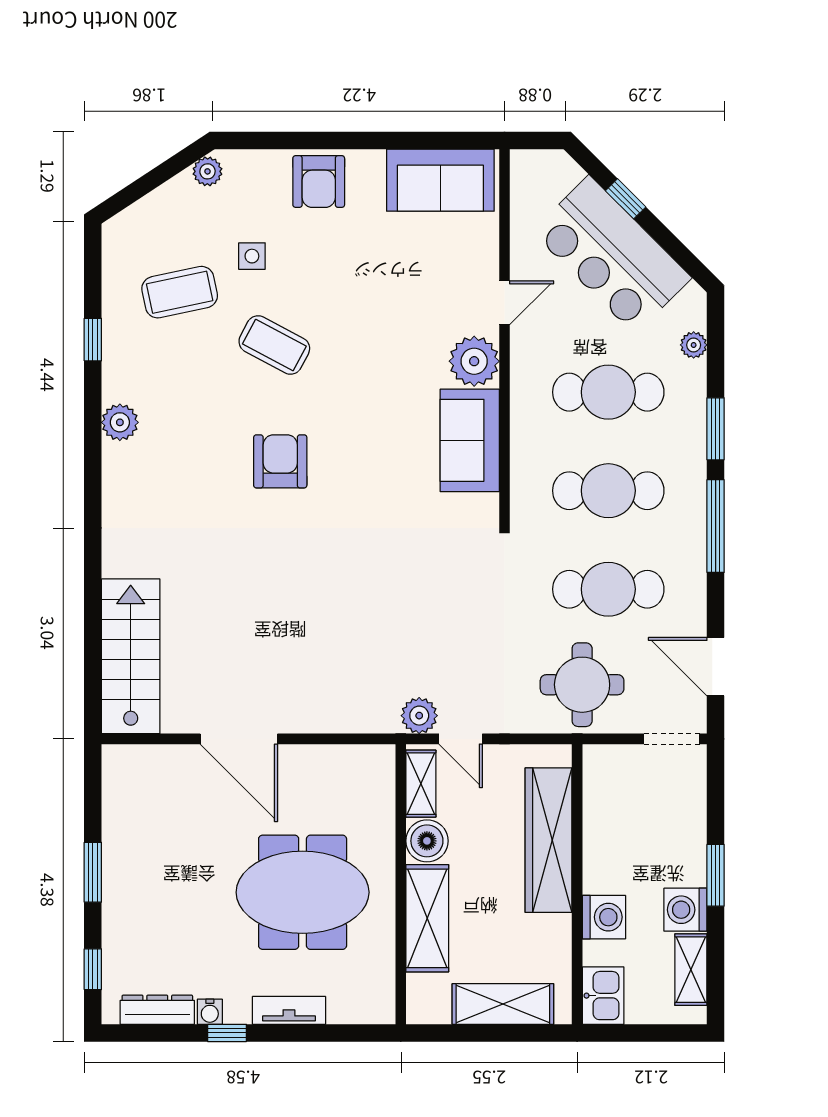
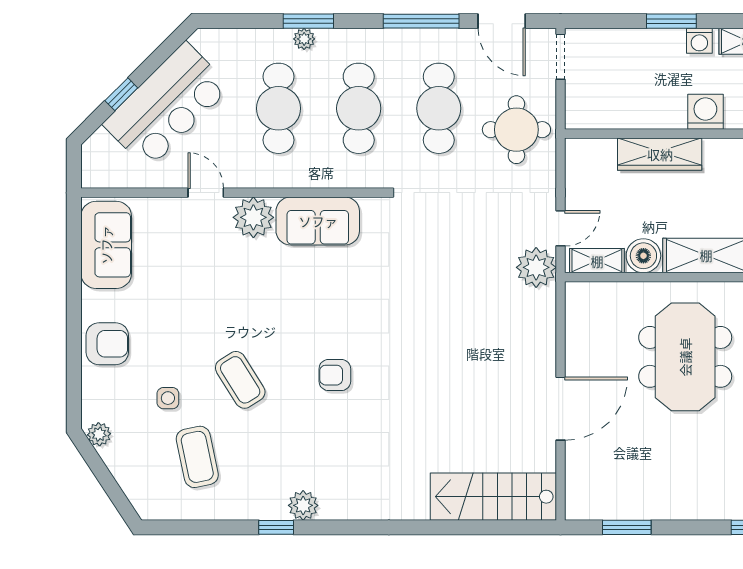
window: (93, 340) -> (276, 527), moved
coffee table: (274, 345) -> (240, 380), turned -60
plant: (694, 345) -> (304, 39), moved
armchair: (280, 461) -> (335, 375), width x0.72, depth x0.72
window: (716, 526) -> (421, 21), moved
door: (716, 667) -> (502, 21), hinge flipped
plant: (419, 716) -> (536, 267), width x1.36, depth x1.36
wardrobe: (549, 840) -> (660, 154), width x0.71, depth x0.85
window: (93, 872) -> (627, 527), moved
washing machine: (685, 910) -> (699, 41), width x0.73, depth x0.73

